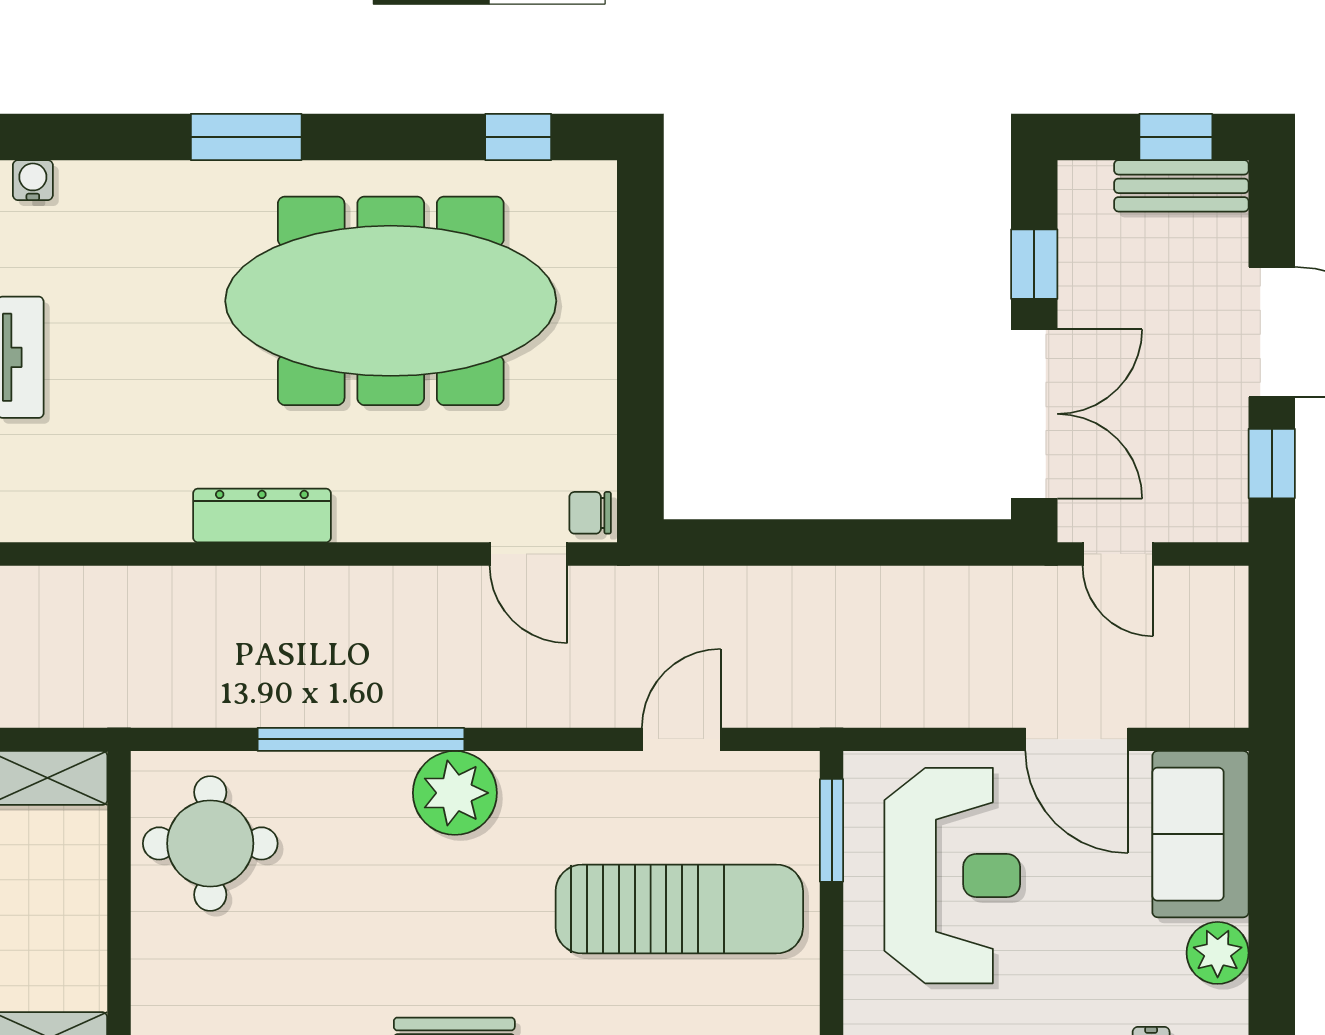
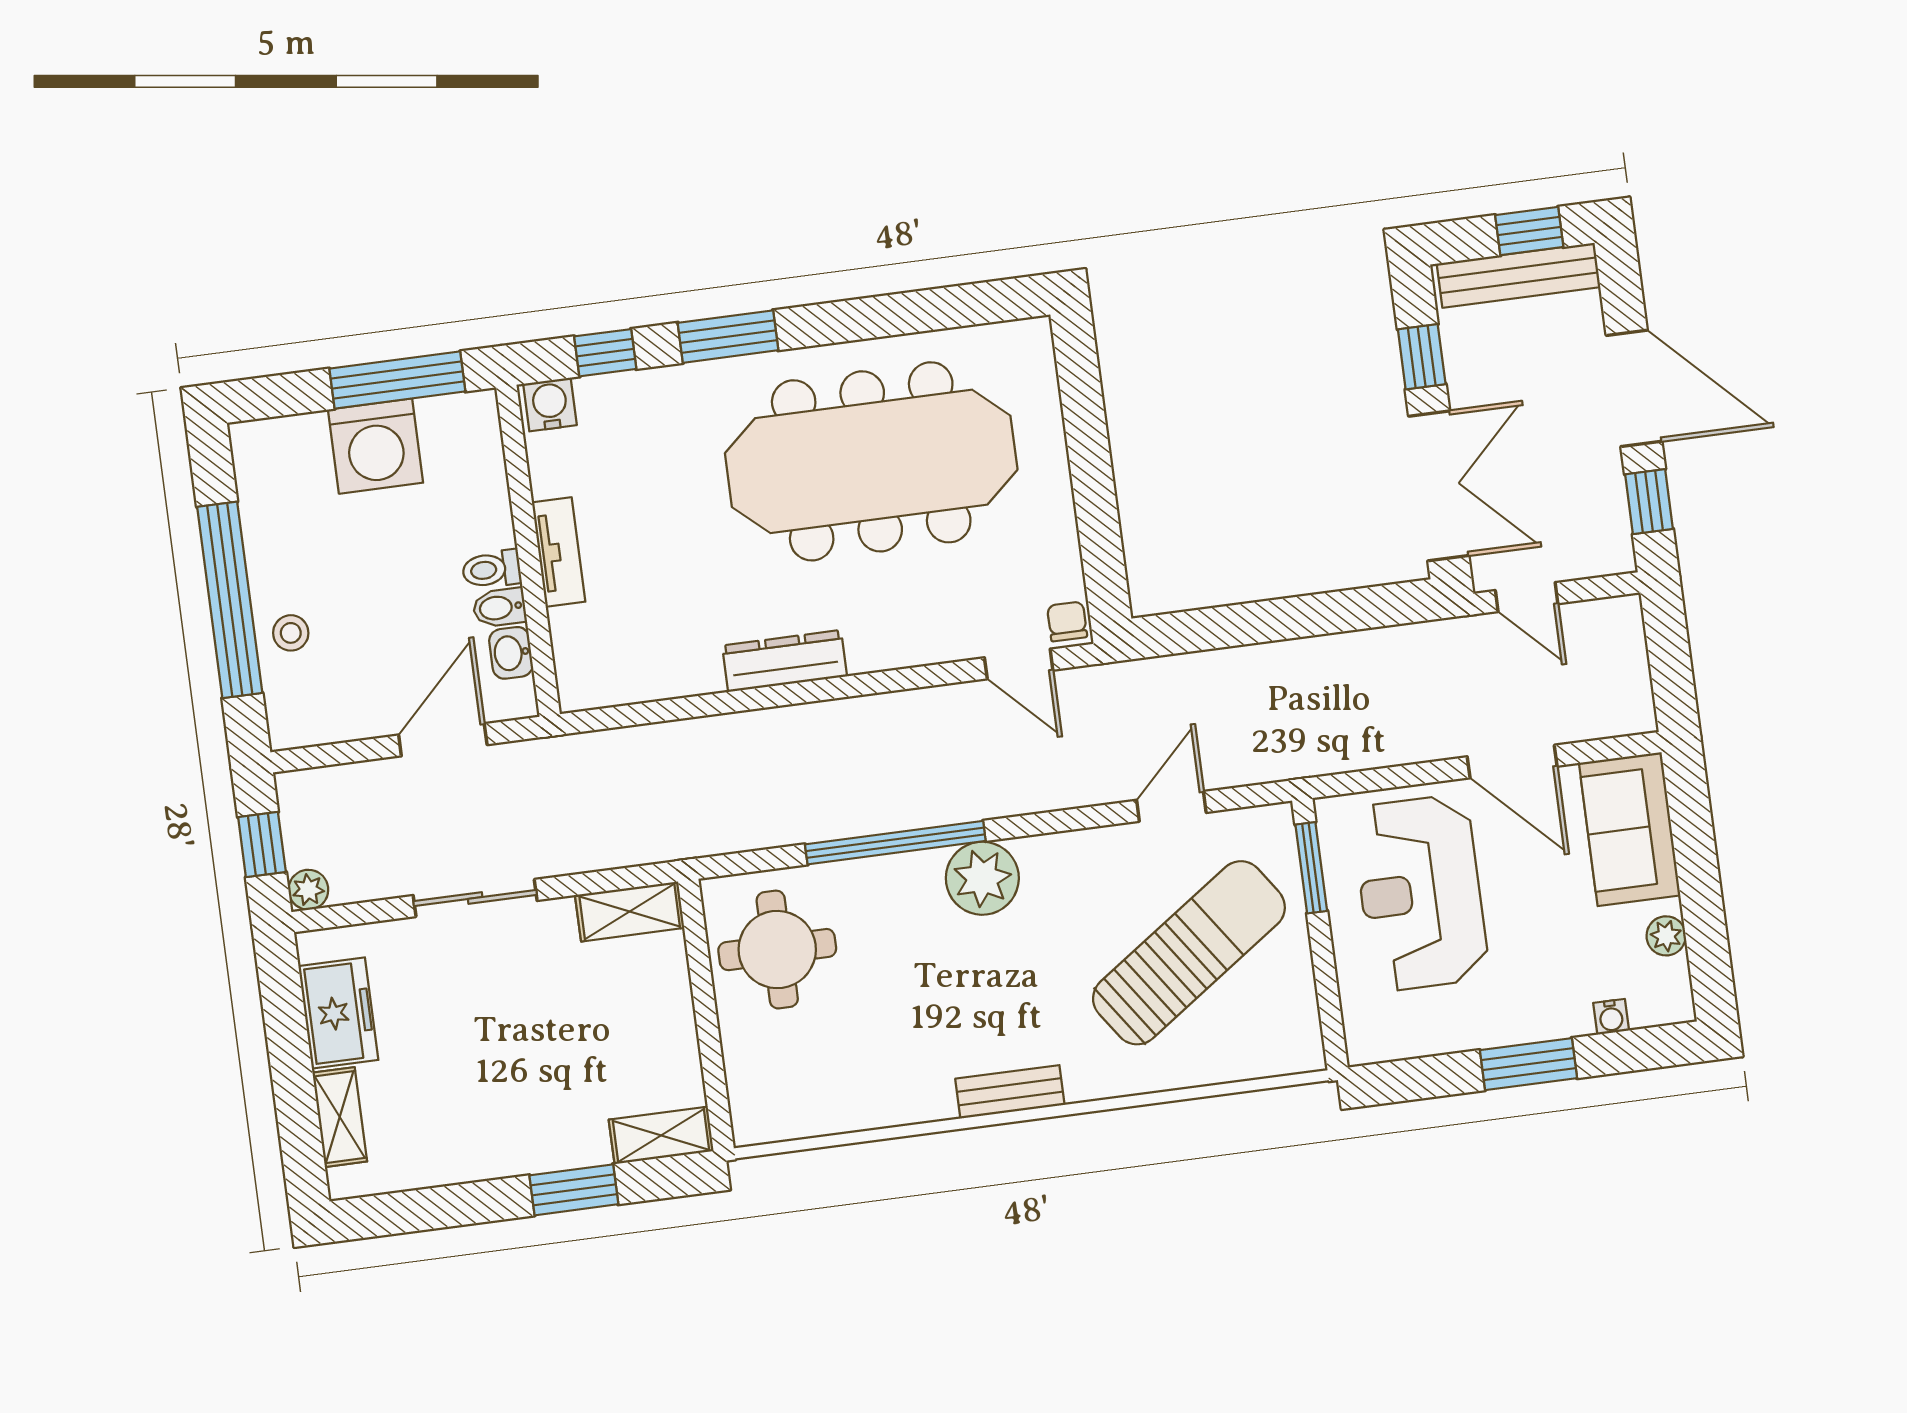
window: (518, 137) -> (605, 353), moved
water cooler: (33, 180) -> (550, 404), width x1.38, depth x1.38
bench: (1181, 186) -> (1518, 275), width x1.36
chair: (590, 513) -> (1067, 621), turned 90
reception desk: (952, 876) -> (1420, 893), turned 180
sun lounger: (679, 909) -> (1189, 953), turned -35
plant: (1218, 953) -> (1666, 936), width x0.73, depth x0.73

